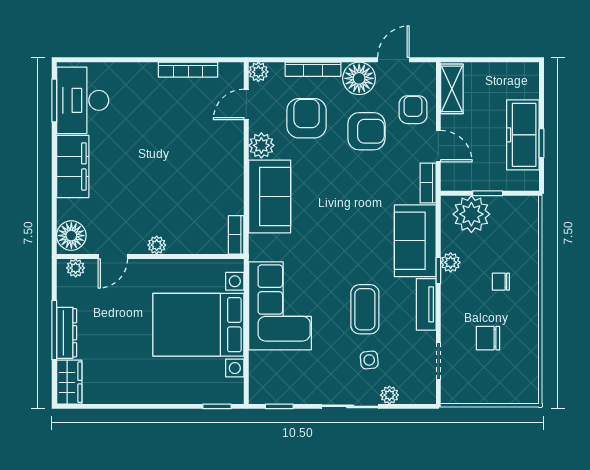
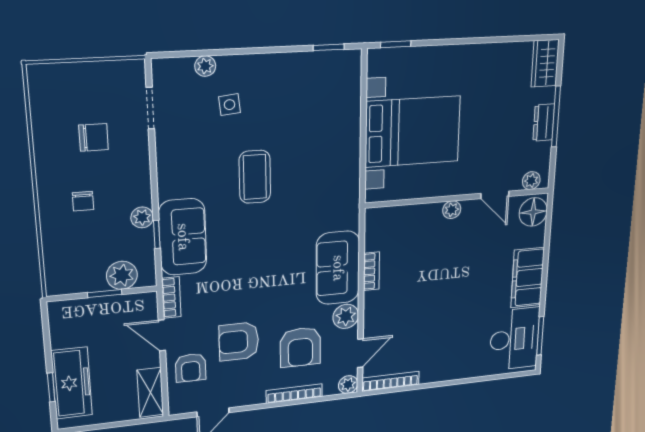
bookcase: (188, 70) -> (391, 381), moved
floor lamp: (359, 78) -> (248, 391), removed
freezer: (523, 135) -> (72, 383), moved
window: (541, 143) -> (51, 387), moved
plant: (471, 214) -> (122, 275), width x0.73, depth x0.73
bookcase: (236, 235) -> (371, 271), moved
door: (113, 256) -> (495, 195), swing flipped
window: (438, 270) -> (157, 234), moved
chair: (501, 282) -> (83, 201), turned 90
tv unit: (426, 304) -> (167, 170), removed
corner sofa: (280, 306) -> (328, 157), removed
coffee table: (365, 309) -> (255, 177), moved
dresser: (67, 333) -> (544, 123), width x0.70
sliding door: (350, 406) -> (250, 51), removed

